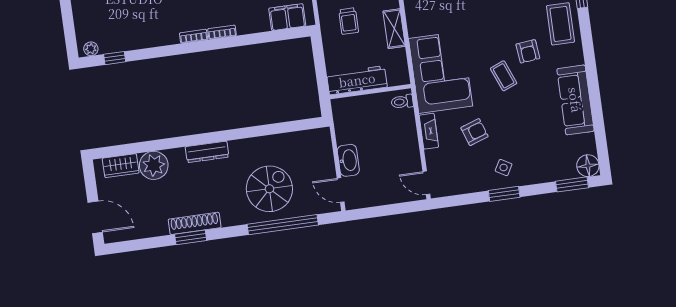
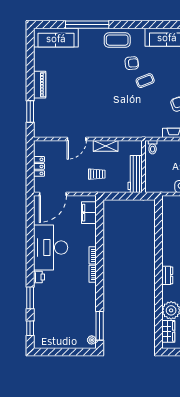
window: (115, 58) -> (100, 326), width x2.17
corner sofa: (441, 72) -> (137, 120), removed
dresser: (207, 152) -> (167, 275), width x0.70

